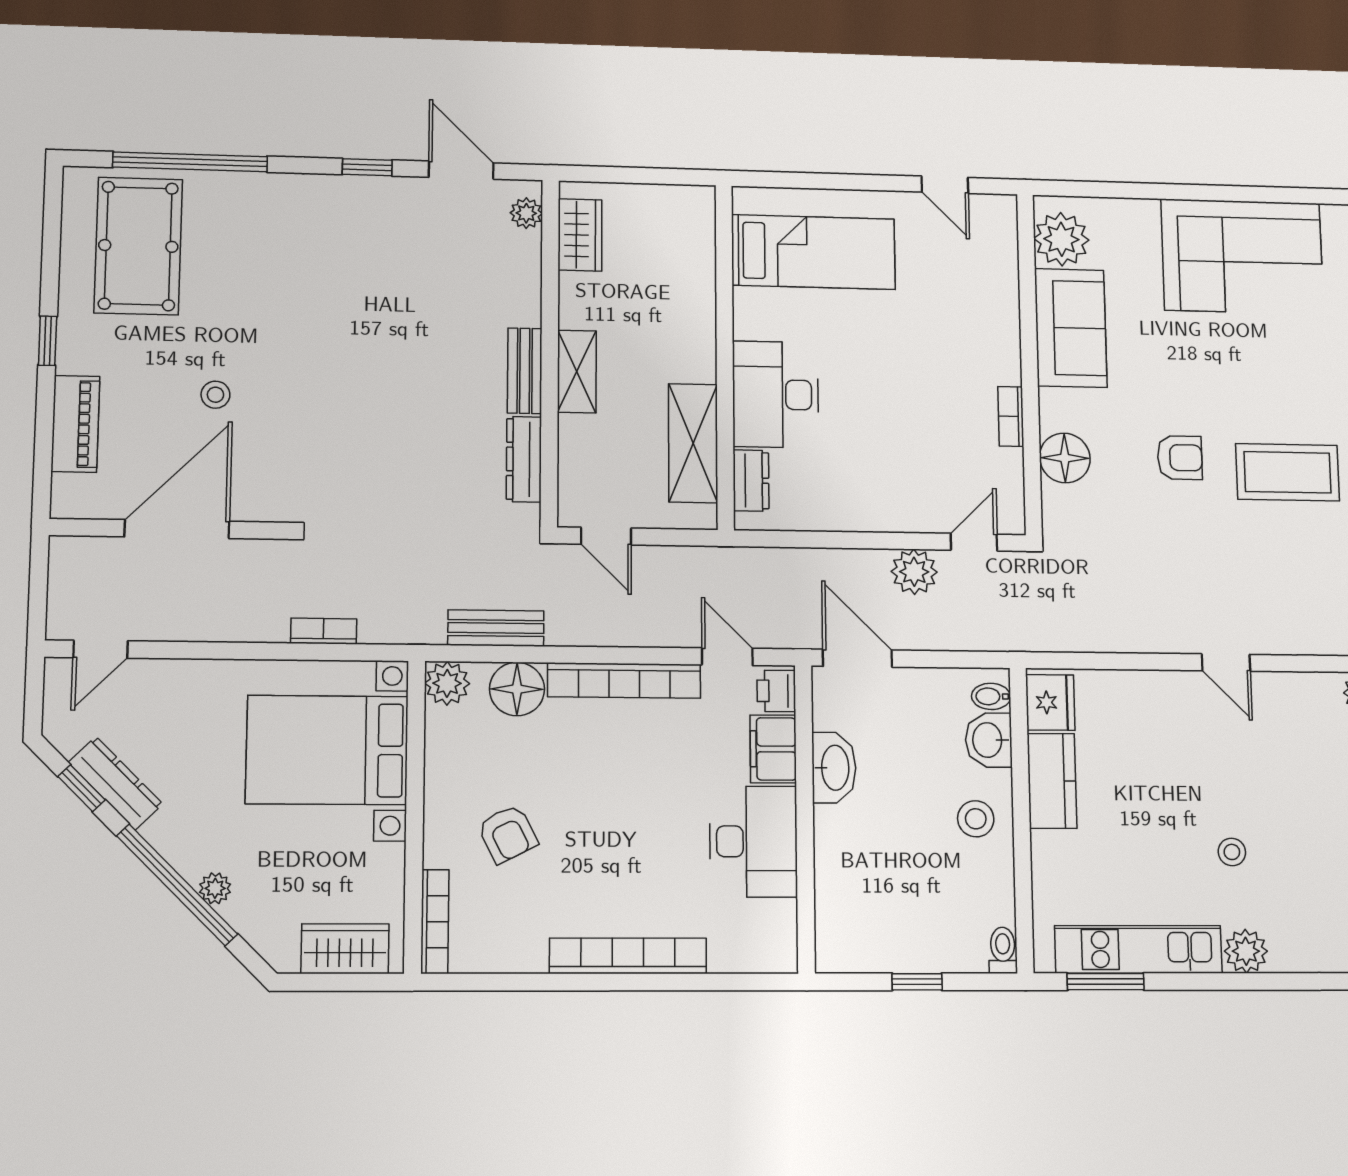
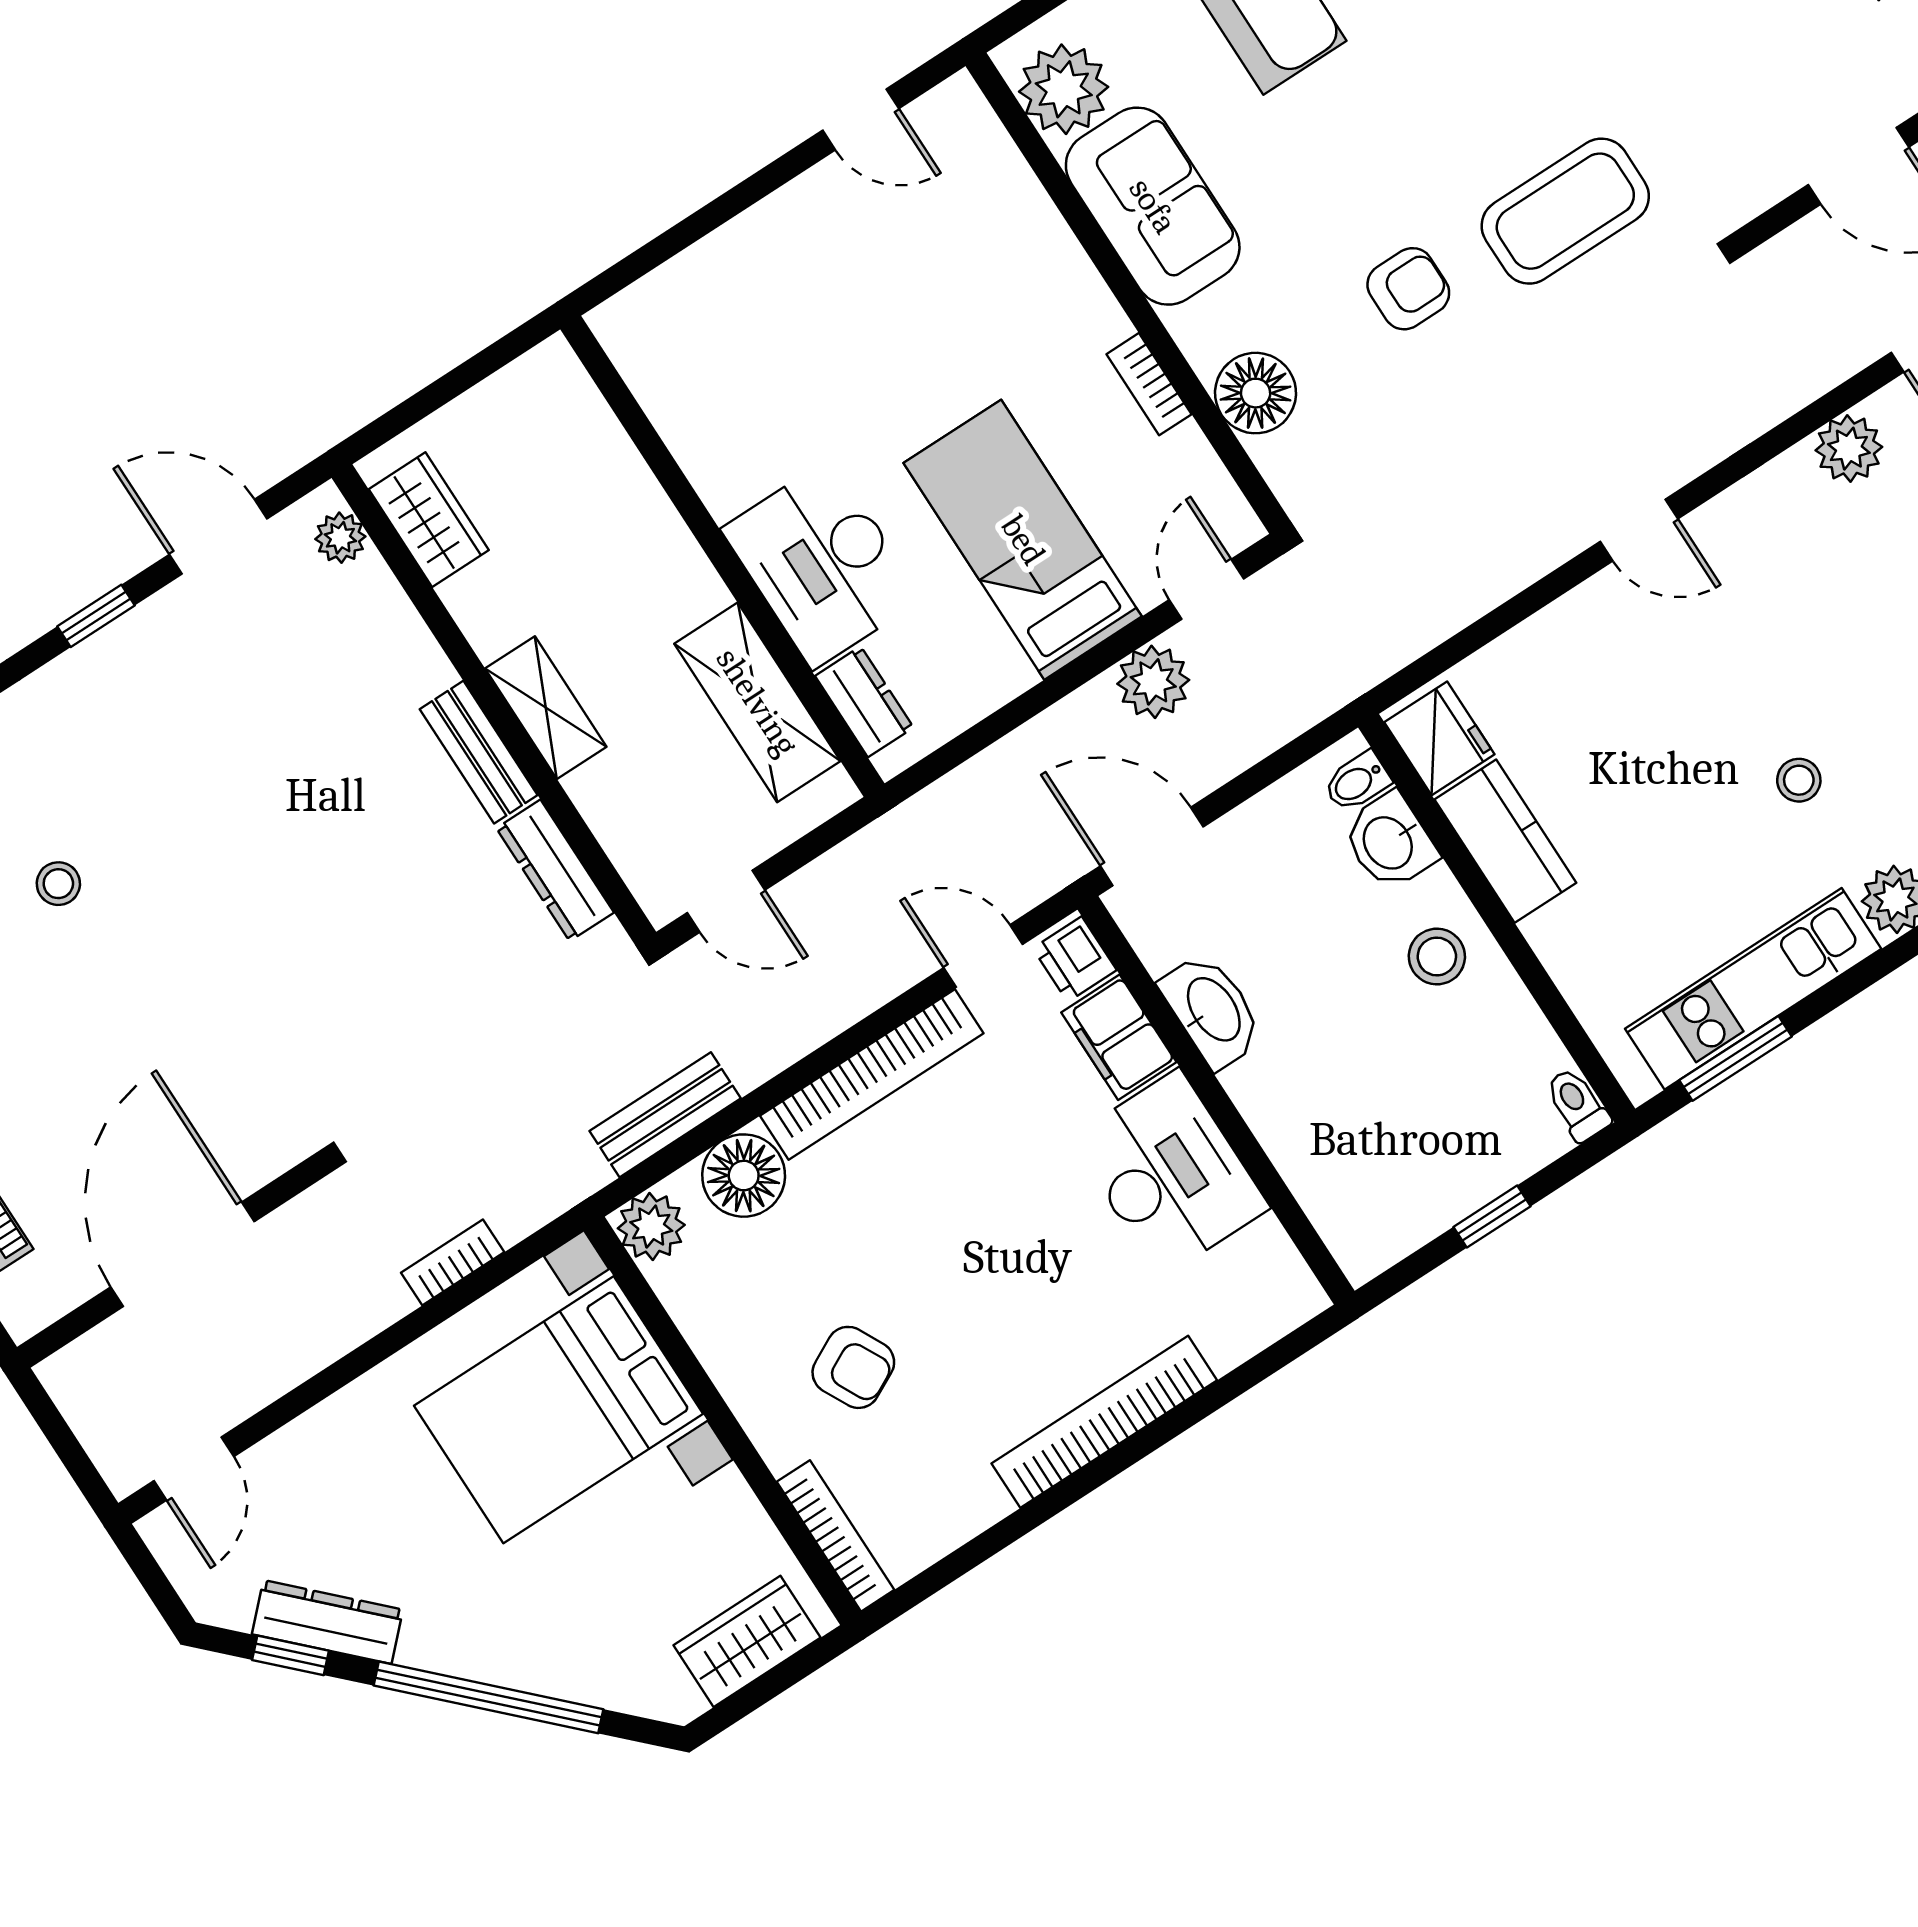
bed: (814, 252) -> (1023, 540), moved, turned -90
stool: (215, 395) -> (58, 884), moved
plant: (215, 888) -> (538, 1671), removed

